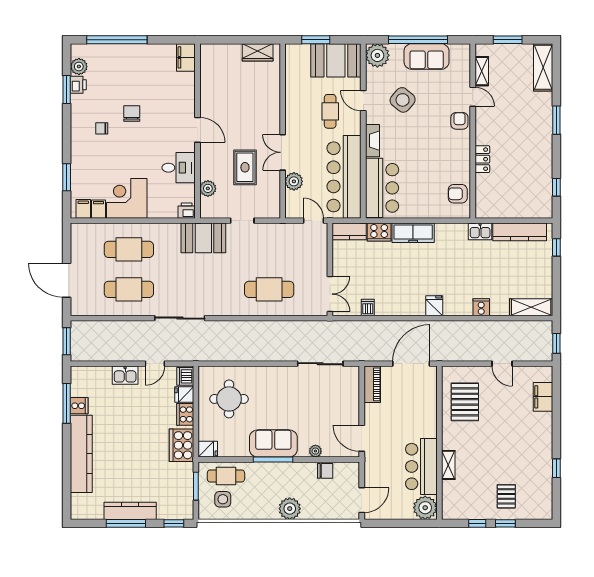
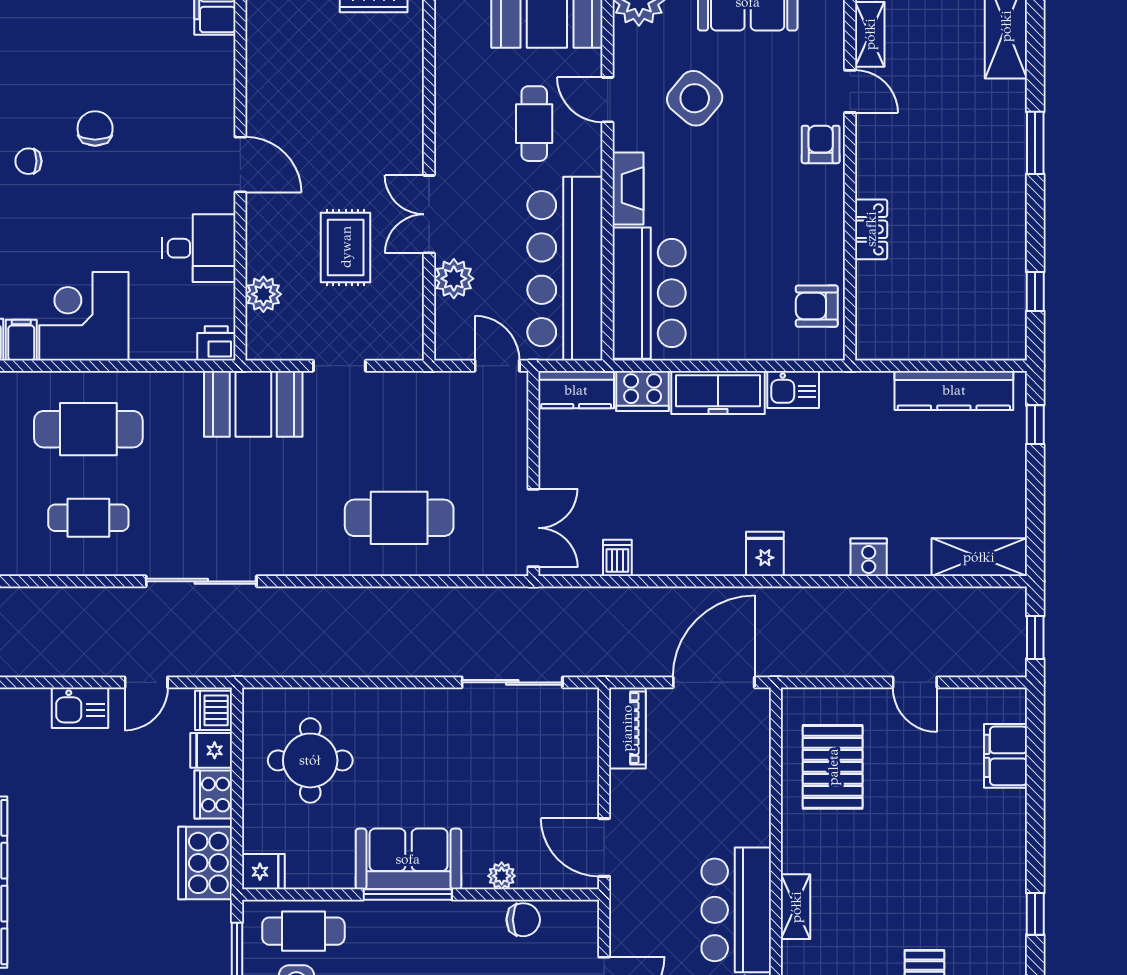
kitchen sink: (480, 231) -> (793, 389), moved
cafe table: (129, 289) -> (88, 518), width x0.73, depth x0.74

